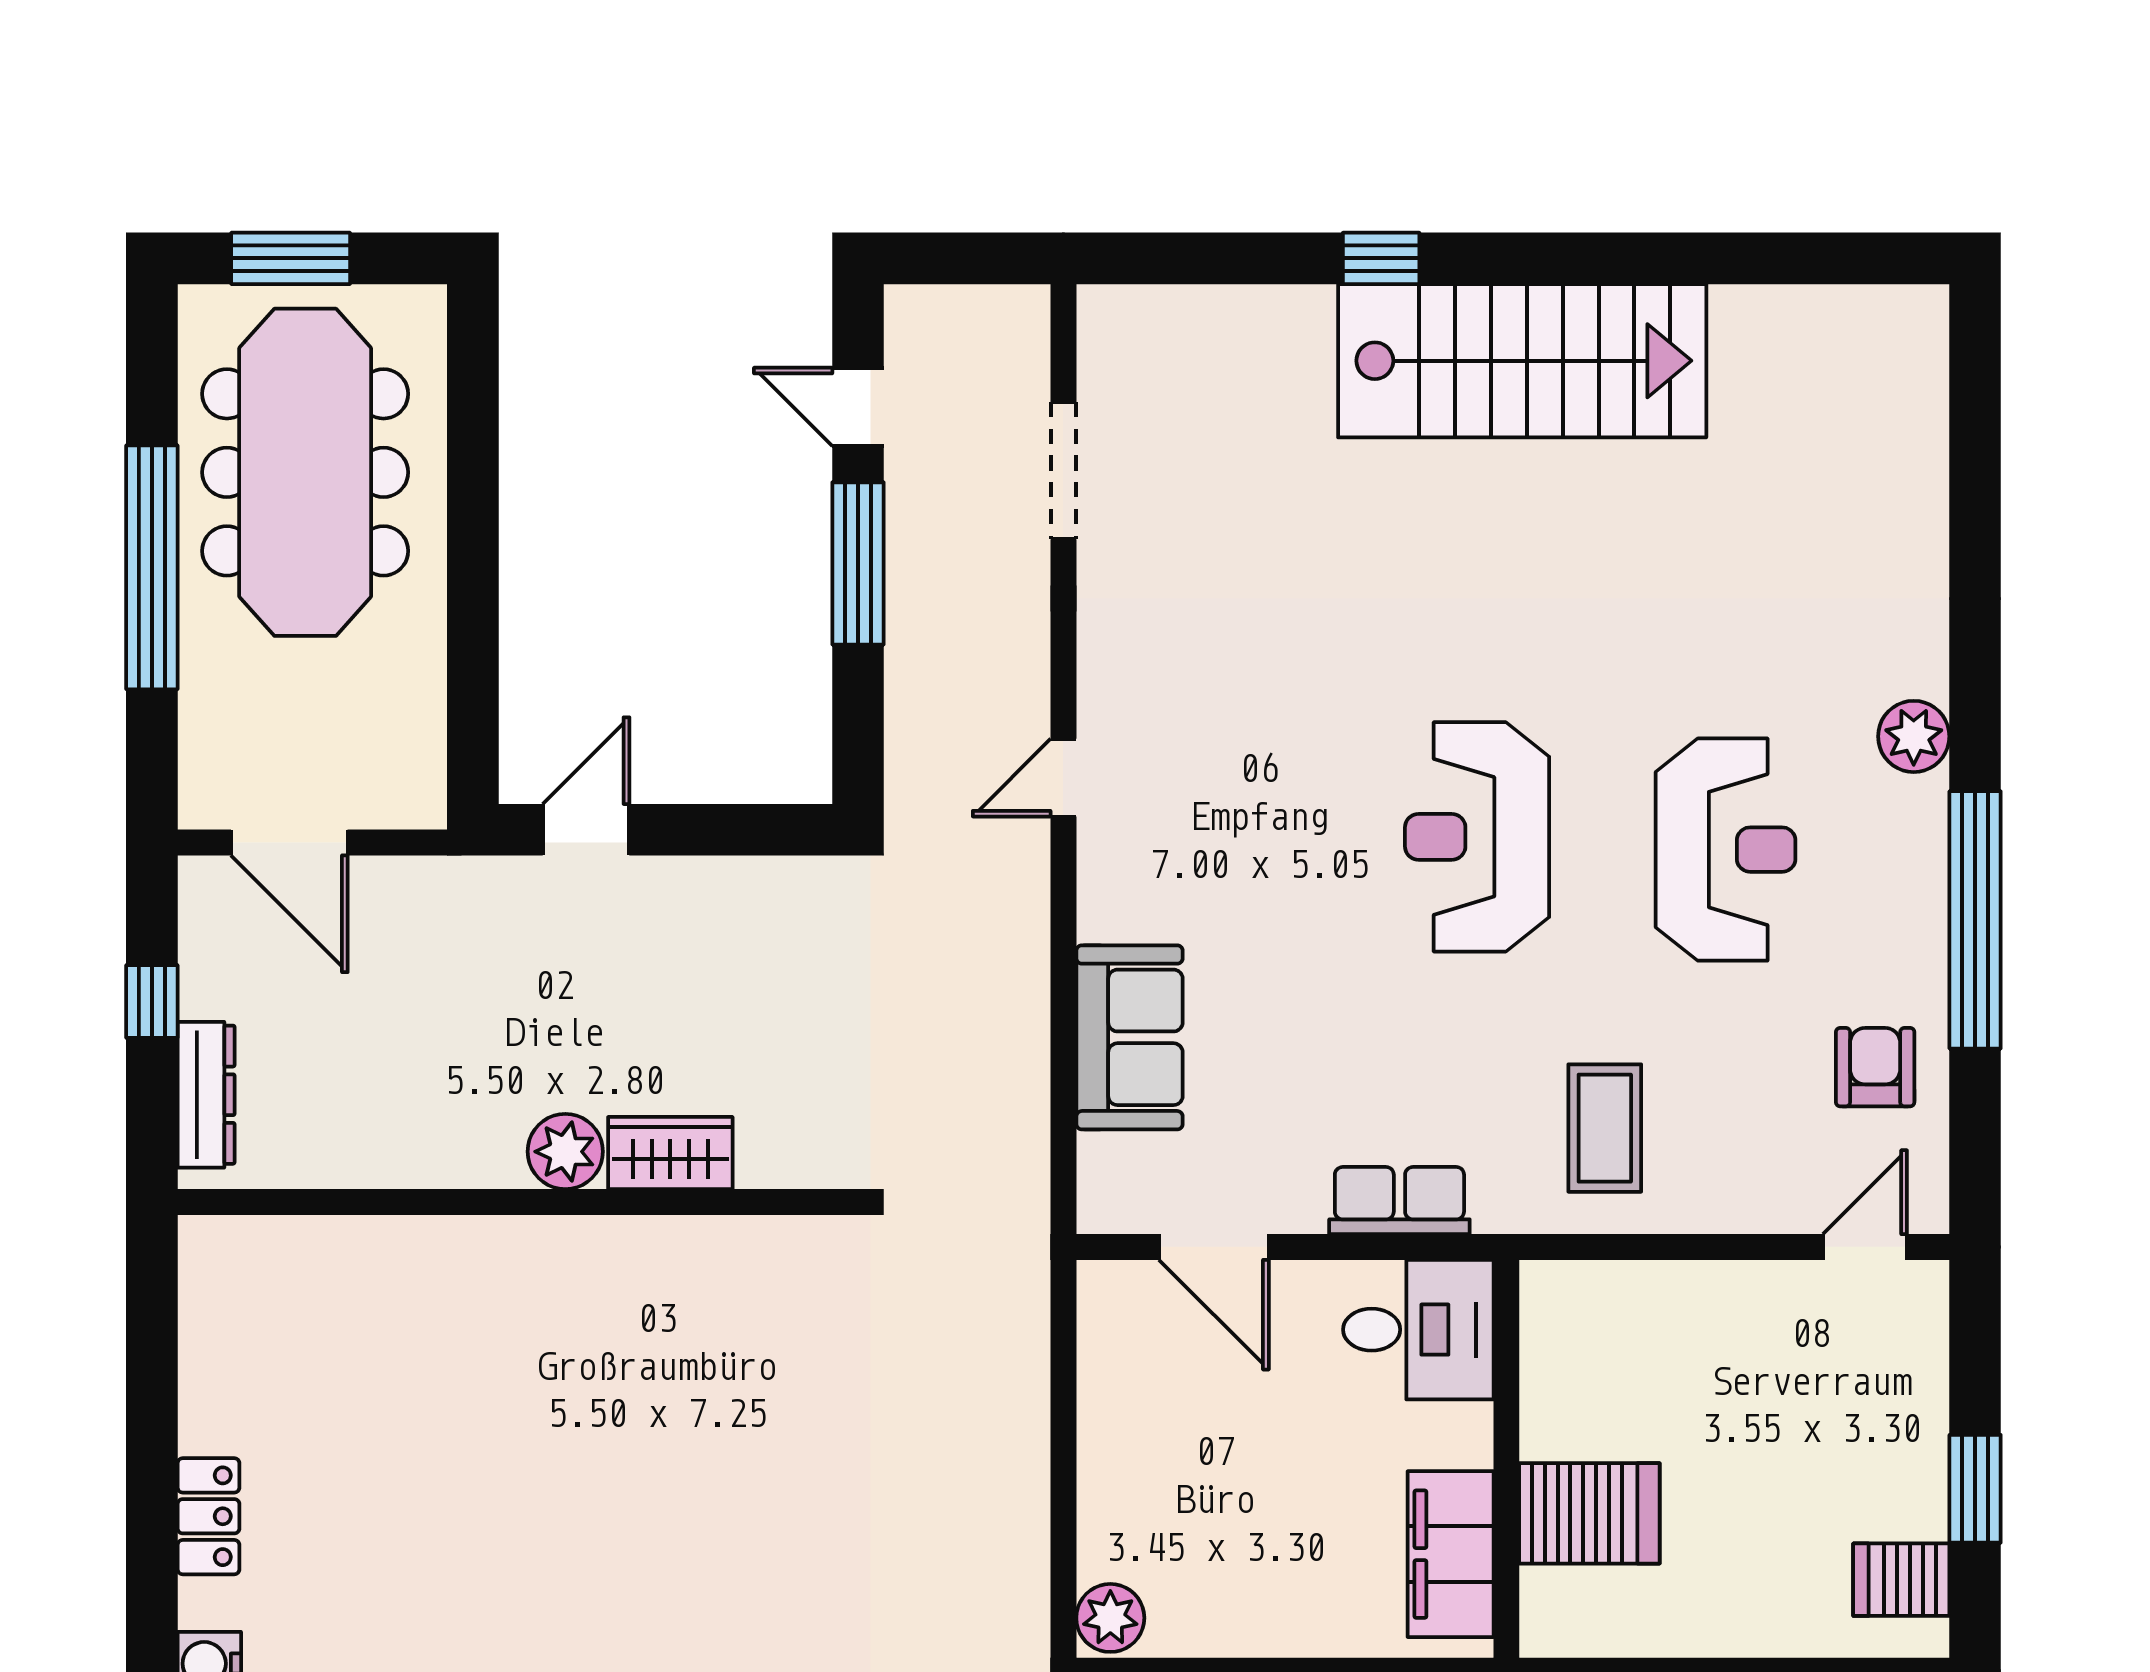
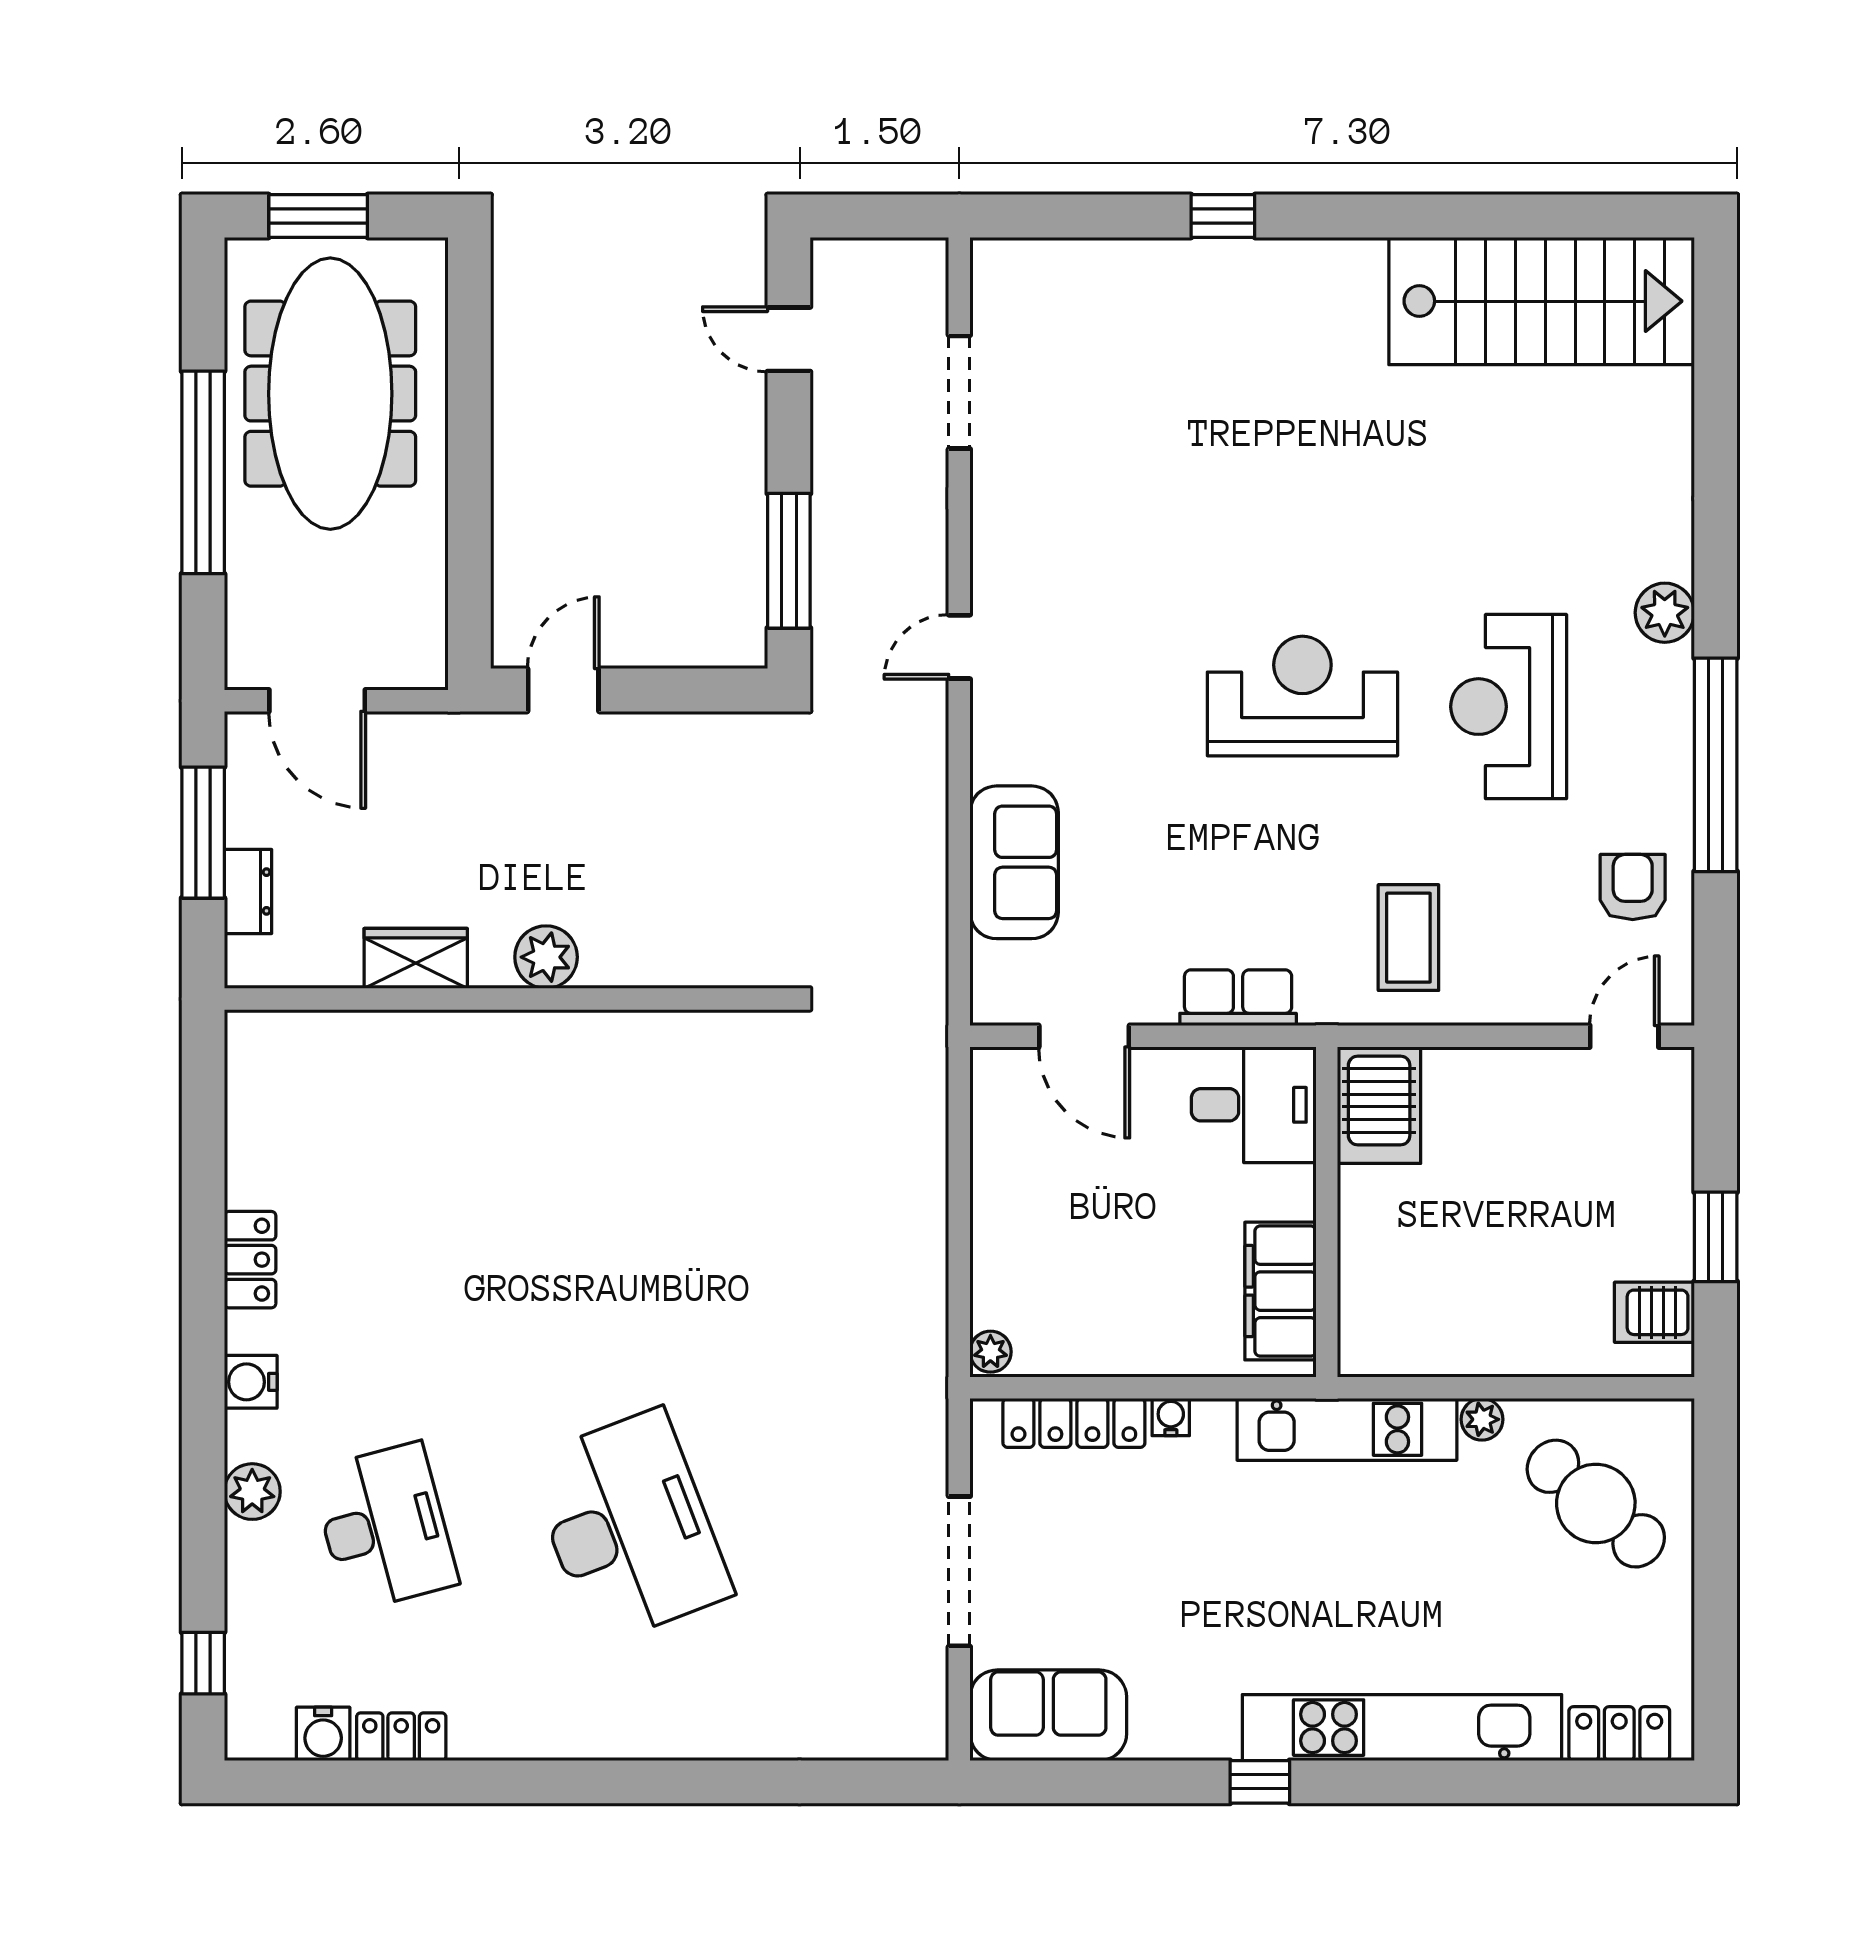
stairs: (1522, 361) -> (1542, 301), moved
window: (858, 563) -> (789, 561), moved
reception desk: (1477, 837) -> (1302, 696), turned 90
reception desk: (1726, 850) -> (1509, 707), turned 180
window: (152, 1002) -> (203, 833), width x2.17
dresser: (206, 1095) -> (248, 891), width x0.70
wardrobe: (670, 1153) -> (416, 958), moved
server rack: (1589, 1513) -> (1379, 1105), moved, turned 90
plant: (1110, 1618) -> (990, 1352), width x0.73, depth x0.73

